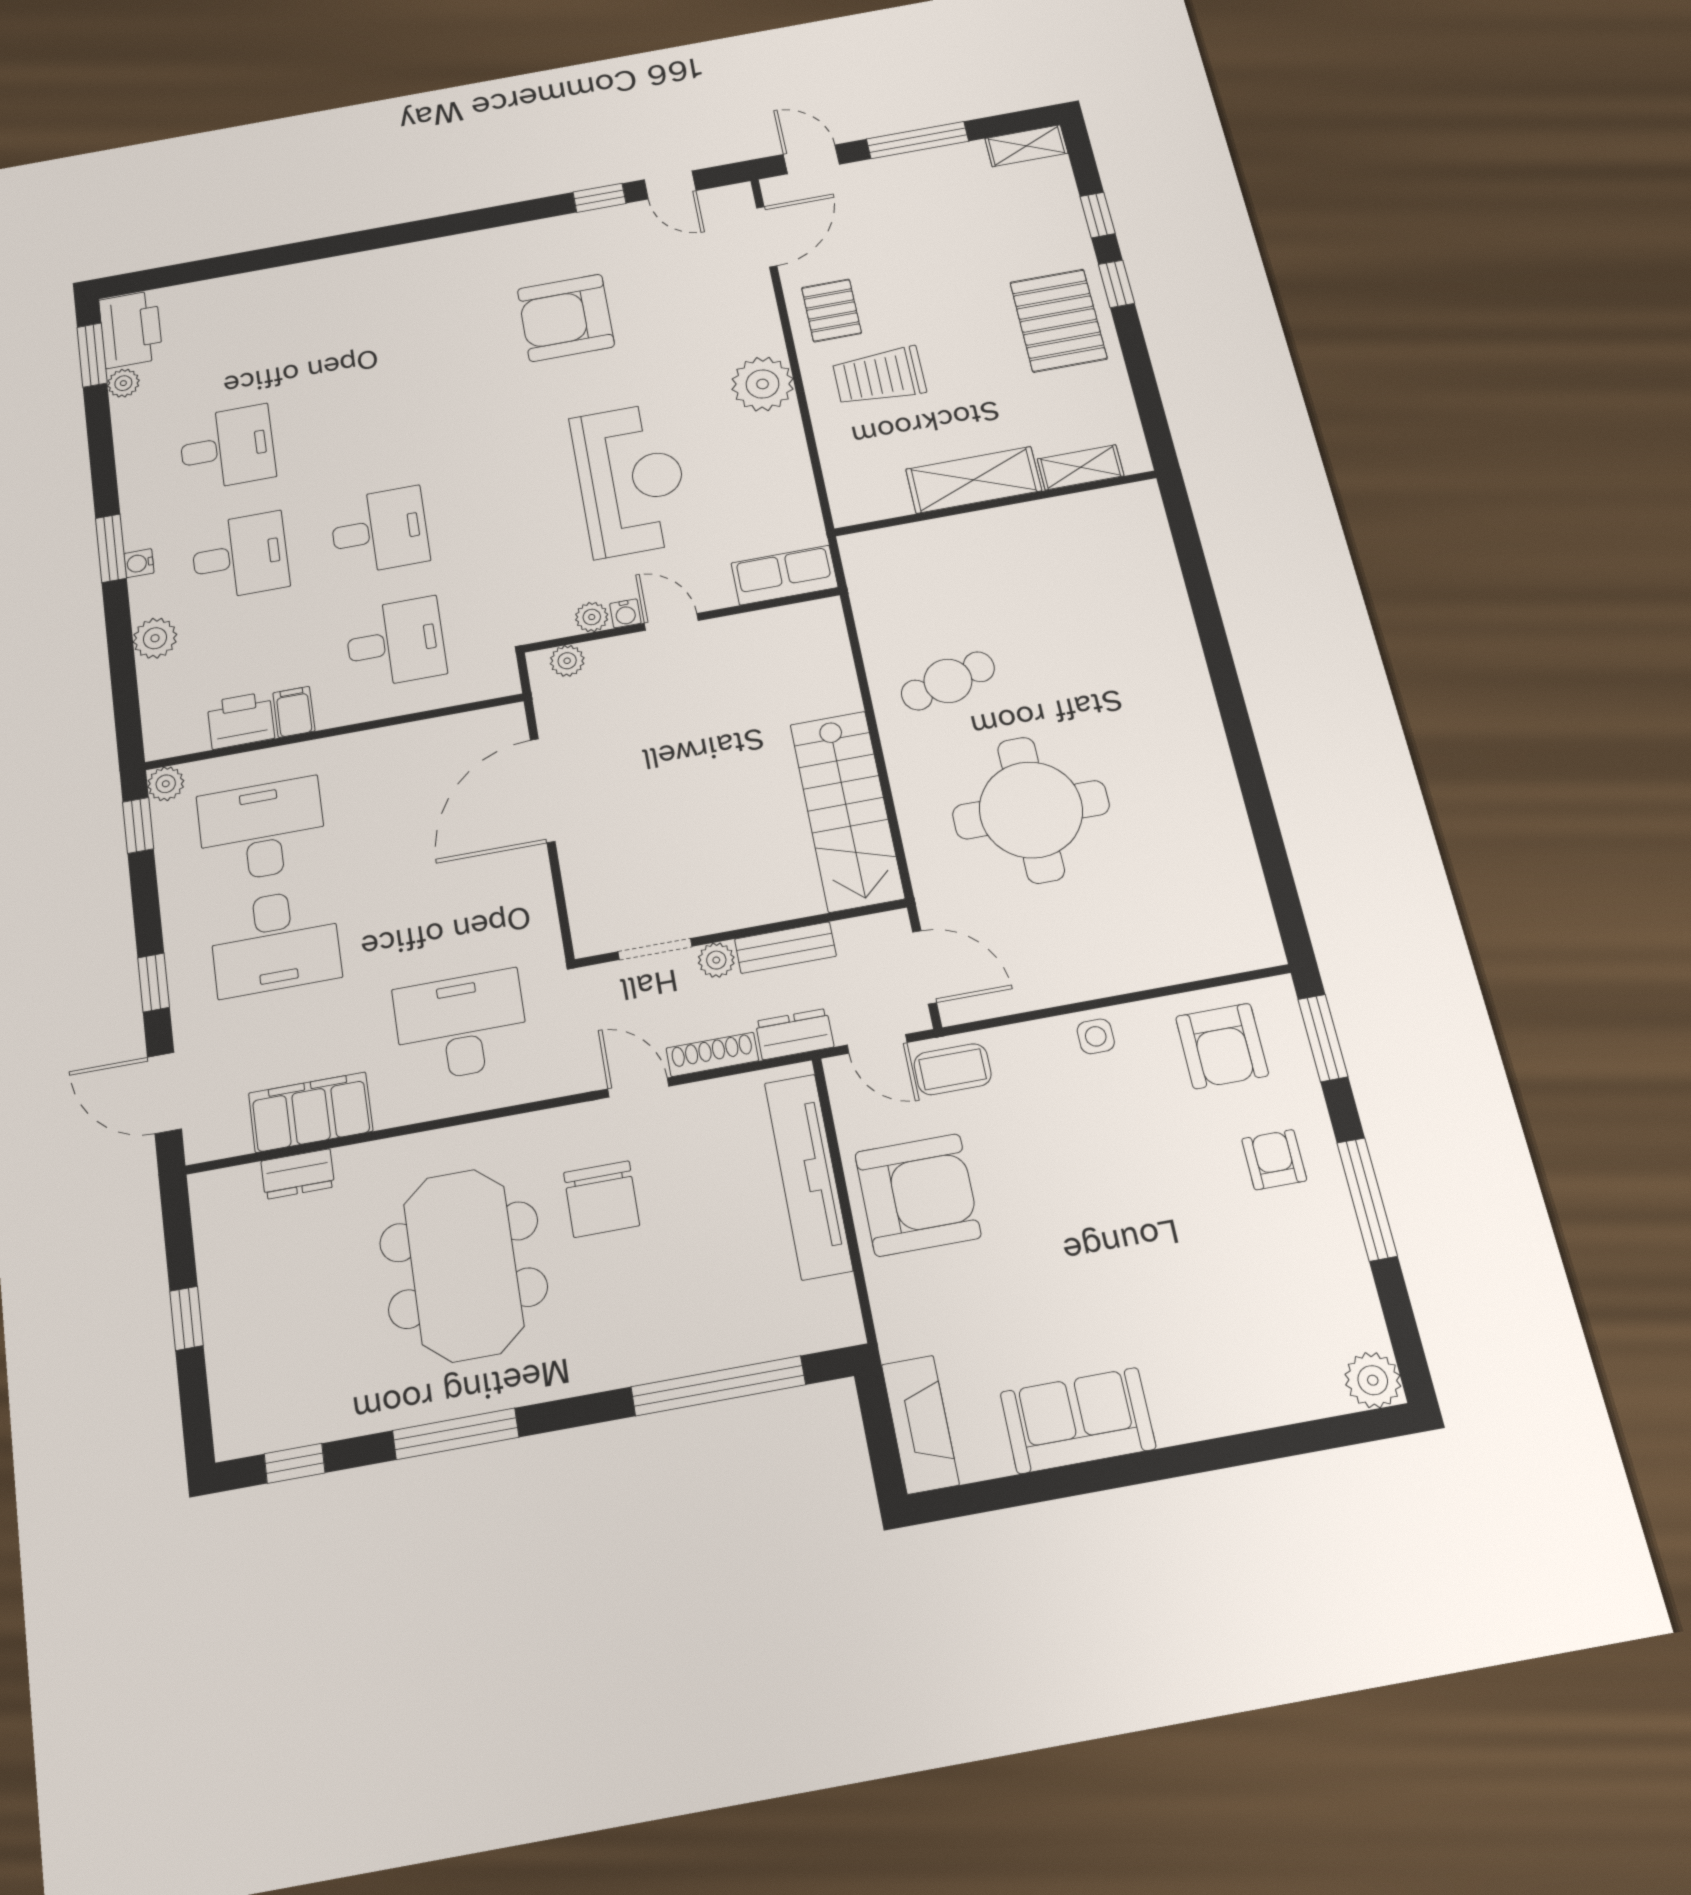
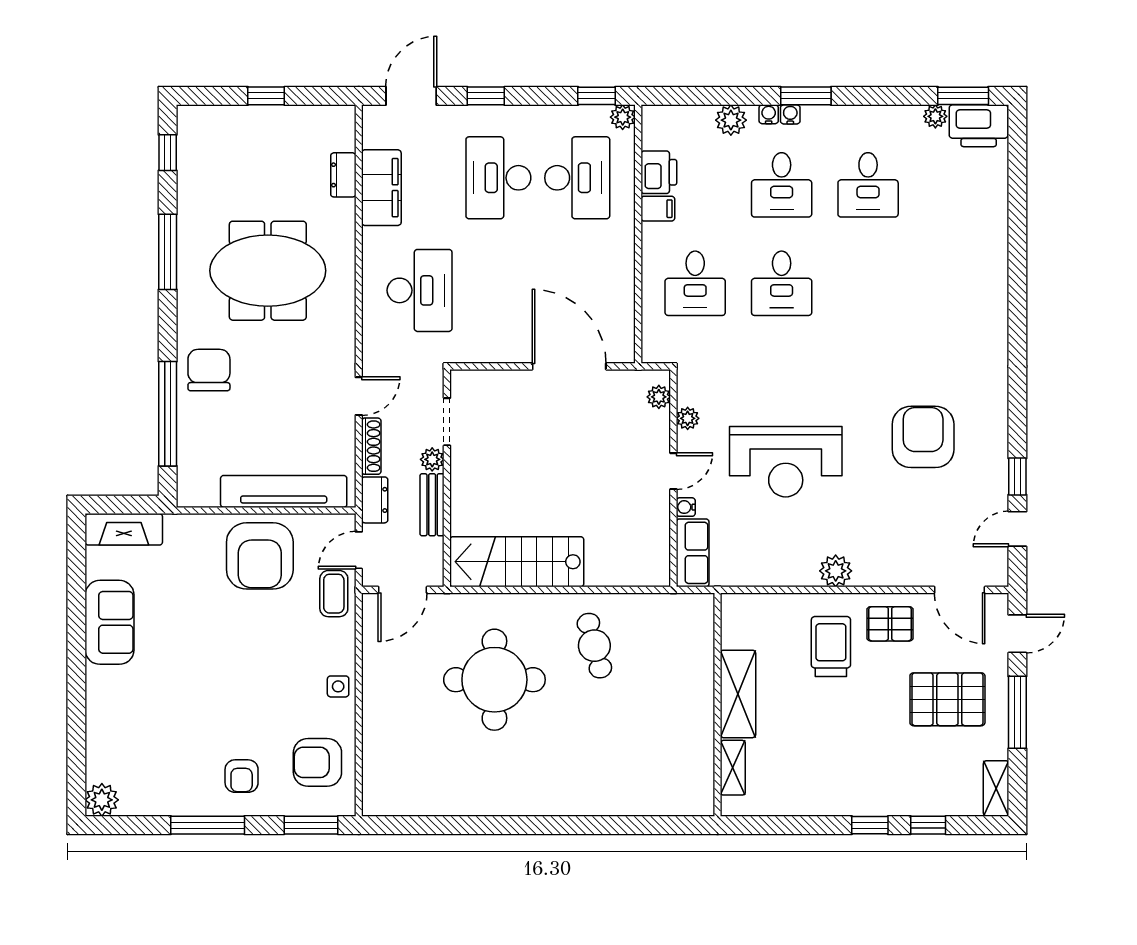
pallet: (1058, 320) -> (947, 699), moved
plant: (763, 384) -> (836, 571), width x0.73, depth x0.73
water cooler: (142, 591) -> (769, 114), added
water cooler: (625, 613) -> (686, 507), moved
armchair: (1274, 1160) -> (242, 776), turned 90
chair: (602, 1199) -> (209, 370), moved, turned 90

